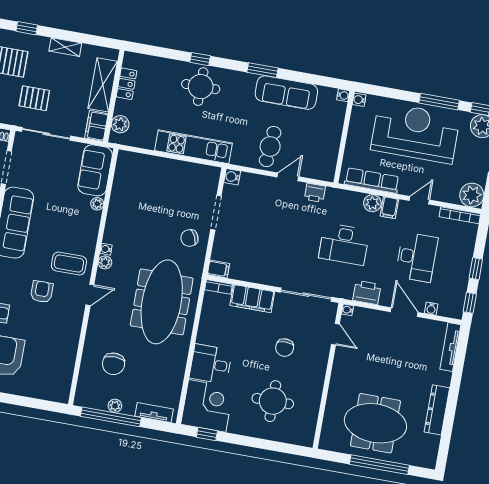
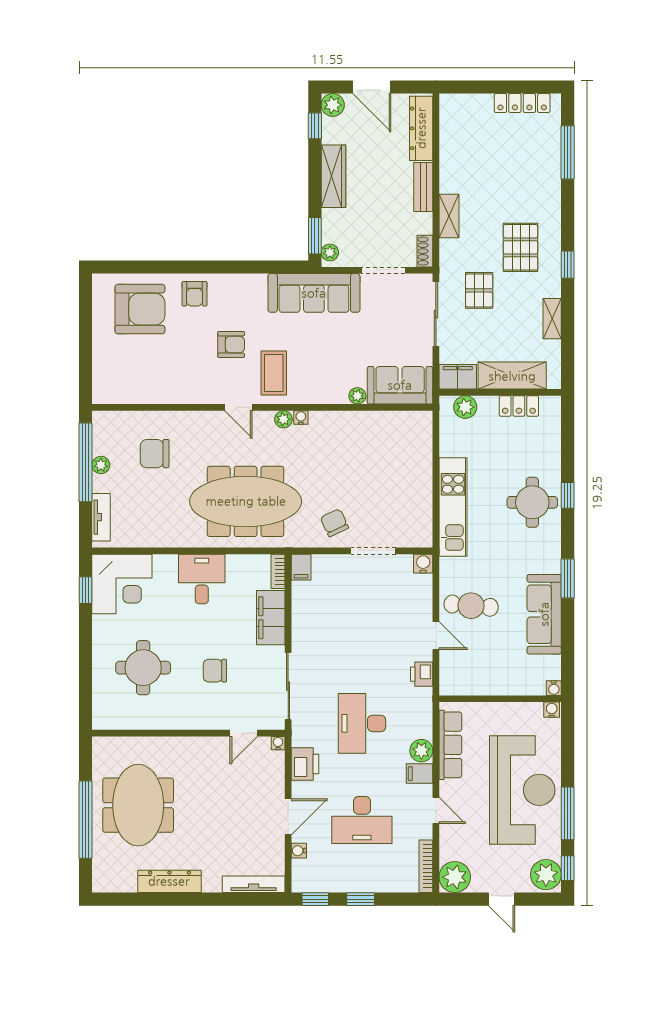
desk: (211, 364) -> (202, 579), moved

